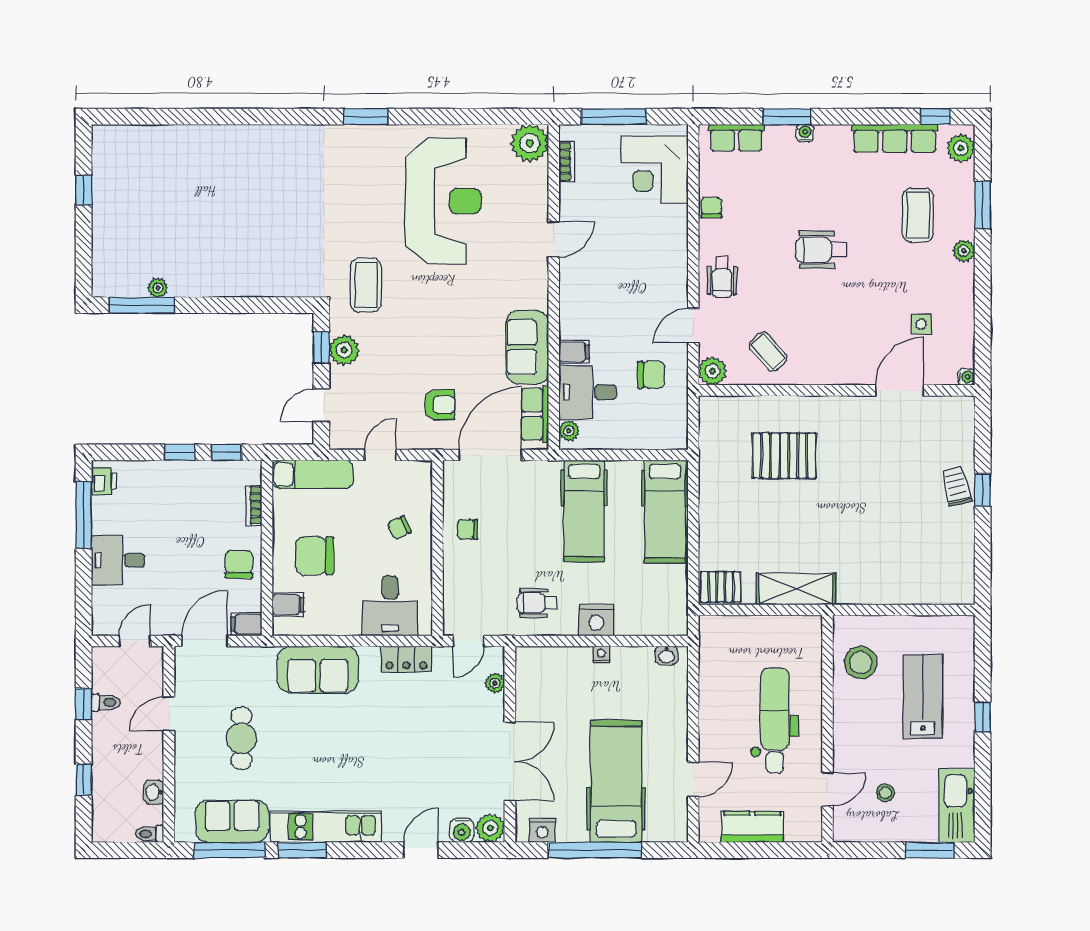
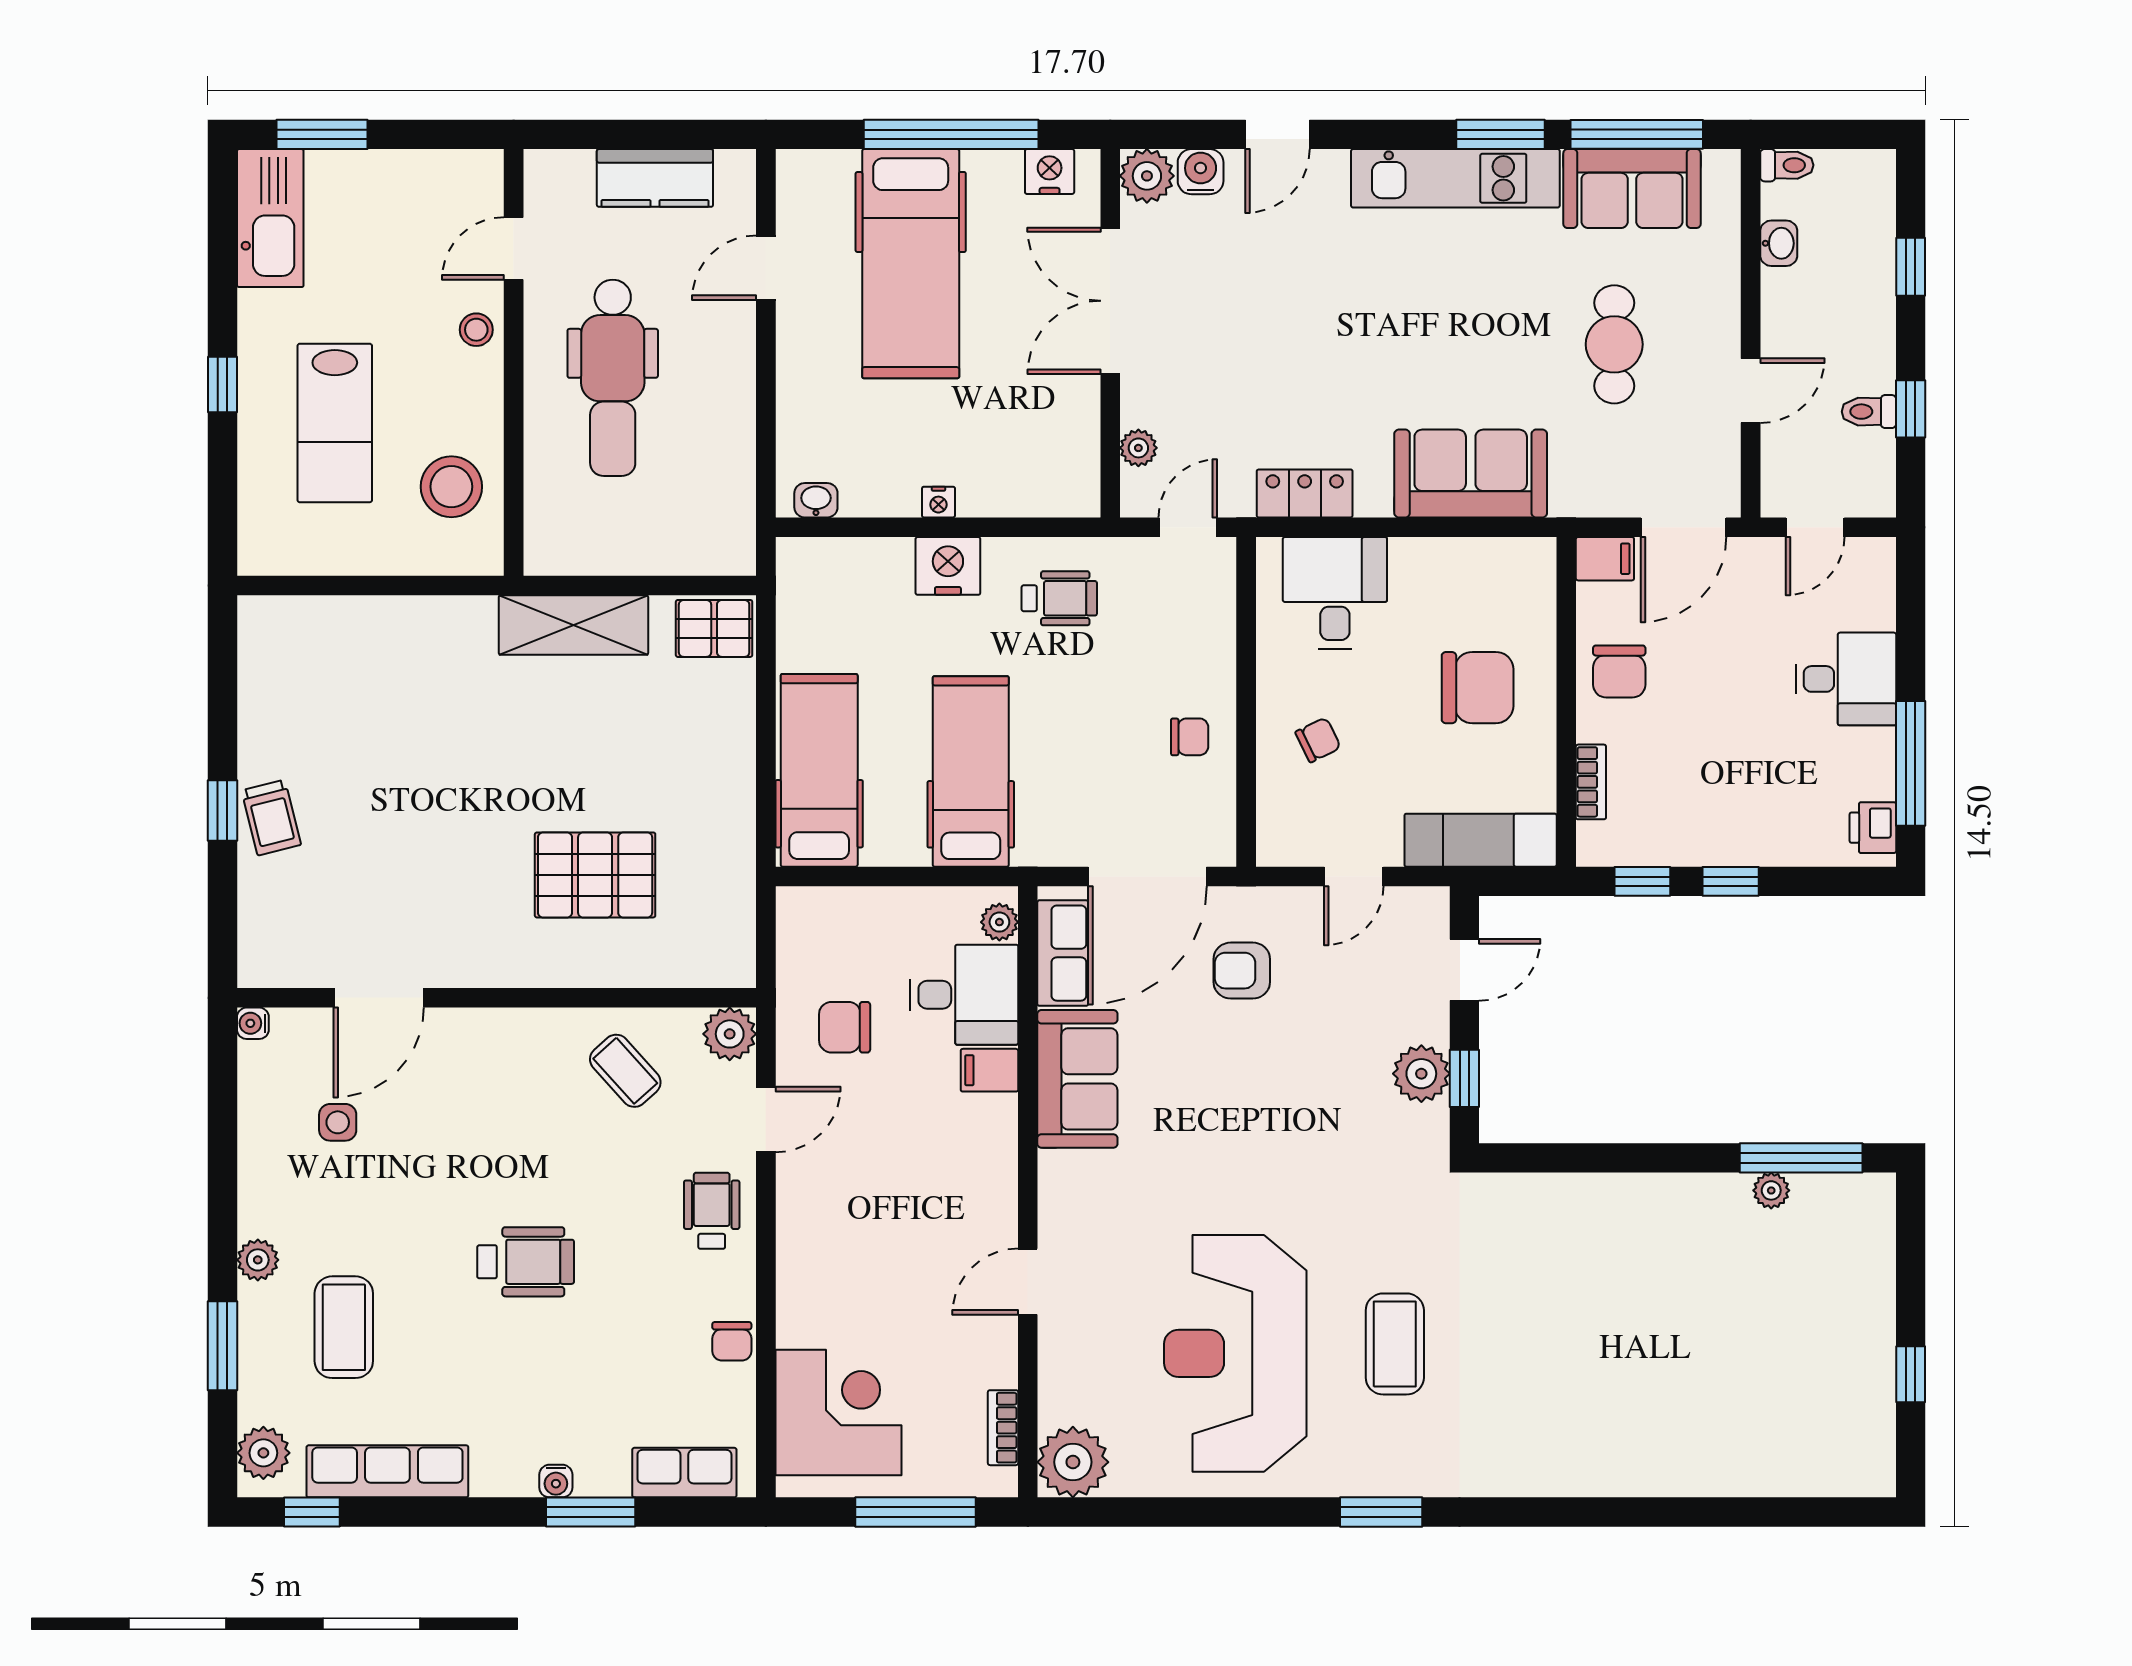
coffee table: (366, 285) -> (1395, 1344), moved
filing cabinet: (288, 605) -> (1527, 595), removed
stool: (885, 793) -> (476, 330), moved

